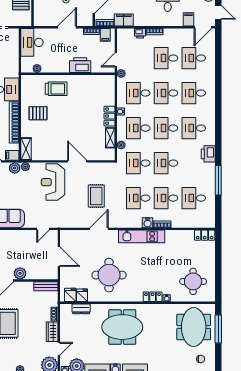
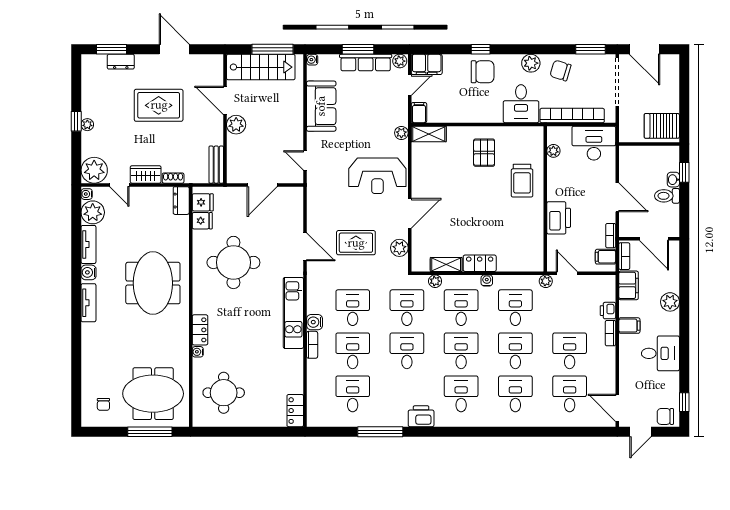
filing cabinet: (189, 19) -> (629, 326), moved
bookcase: (14, 122) -> (572, 116), moved
plant: (15, 168) -> (399, 248), moved
reception desk: (53, 182) -> (377, 176), turned 180
dresser: (81, 309) -> (181, 201), moved

